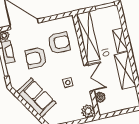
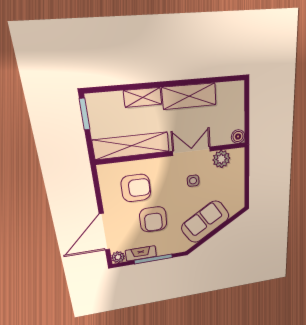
armchair: (59, 43) -> (136, 188), turned 90
boiler: (100, 97) -> (238, 137), moved
plant: (88, 111) -> (221, 159), moved

